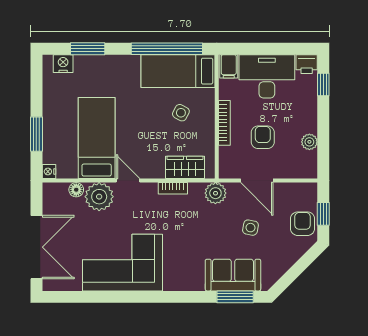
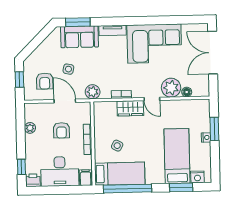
bed: (97, 138) -> (177, 156), moved, turned 180
wardrobe: (185, 167) -> (130, 108), moved
nightstand: (49, 171) -> (206, 137), moved
armchair: (303, 224) -> (45, 81), moved
tv unit: (184, 283) -> (113, 30), added

